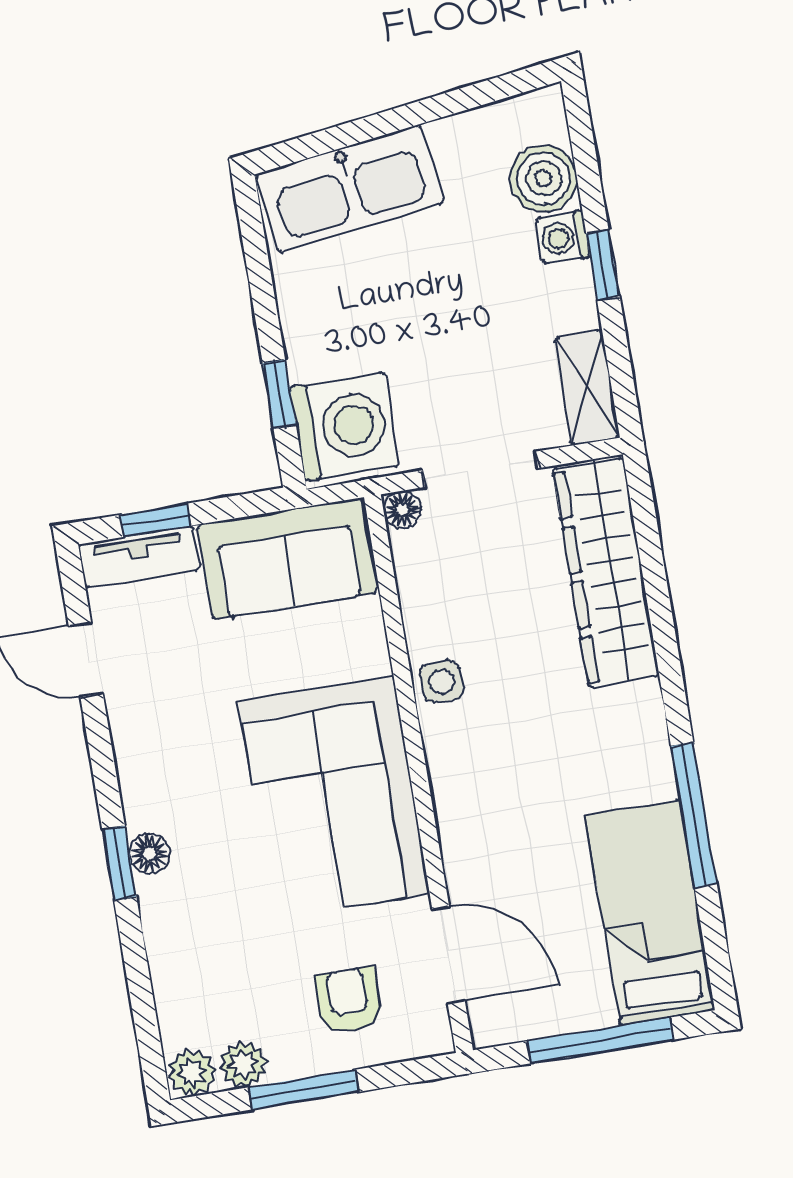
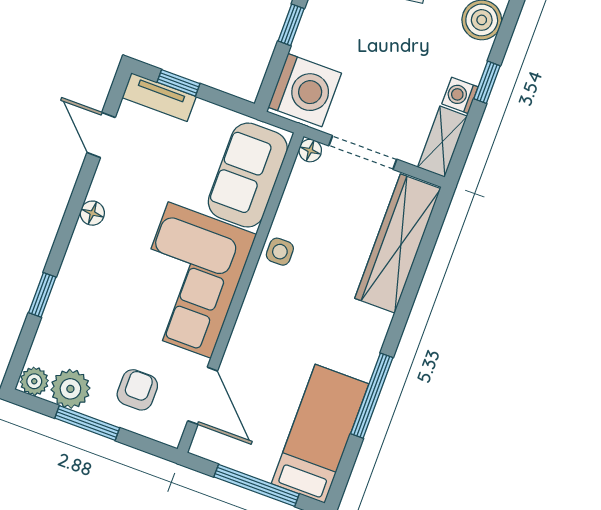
washing machine: (563, 238) -> (460, 95), moved
window: (279, 394) -> (291, 25), moved
sofa: (287, 559) -> (248, 175), moved, turned 90
floor lamp: (150, 854) -> (92, 213), moved
window: (119, 863) -> (42, 295), moved
plant: (243, 1064) -> (70, 389), width x1.38, depth x1.38

